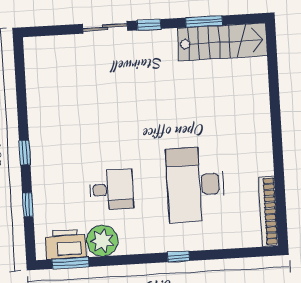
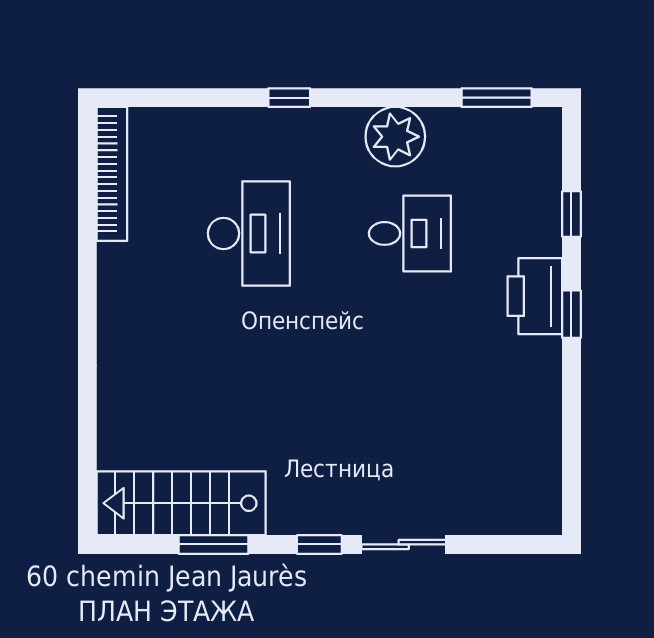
desk: (195, 185) -> (249, 233), width x0.73, depth x0.77
desk: (111, 190) -> (410, 233), turned 180
plant: (102, 241) -> (395, 137), moved
printer: (66, 244) -> (535, 296), moved, turned 90

